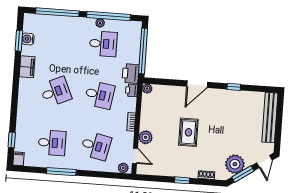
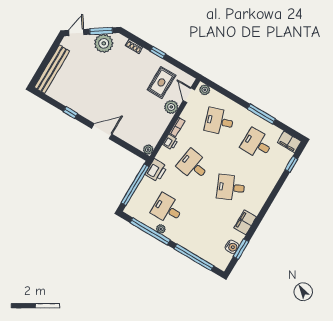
printer: (132, 90) -> (170, 142), moved
rug: (188, 132) -> (161, 82), moved
desk: (96, 146) -> (219, 121), turned -30
filing cabinet: (18, 159) -> (289, 142), width x2.00

